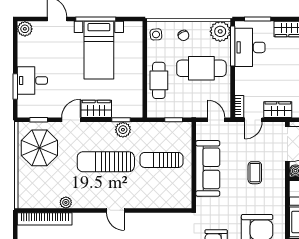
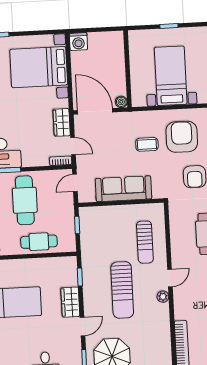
door: (71, 120) -> (82, 326), swing flipped
plant: (123, 130) -> (90, 275), removed
sun lounger: (161, 160) -> (145, 242), moved
coffee table: (255, 173) -> (147, 144), moved
plant: (66, 202) -> (163, 297), moved

